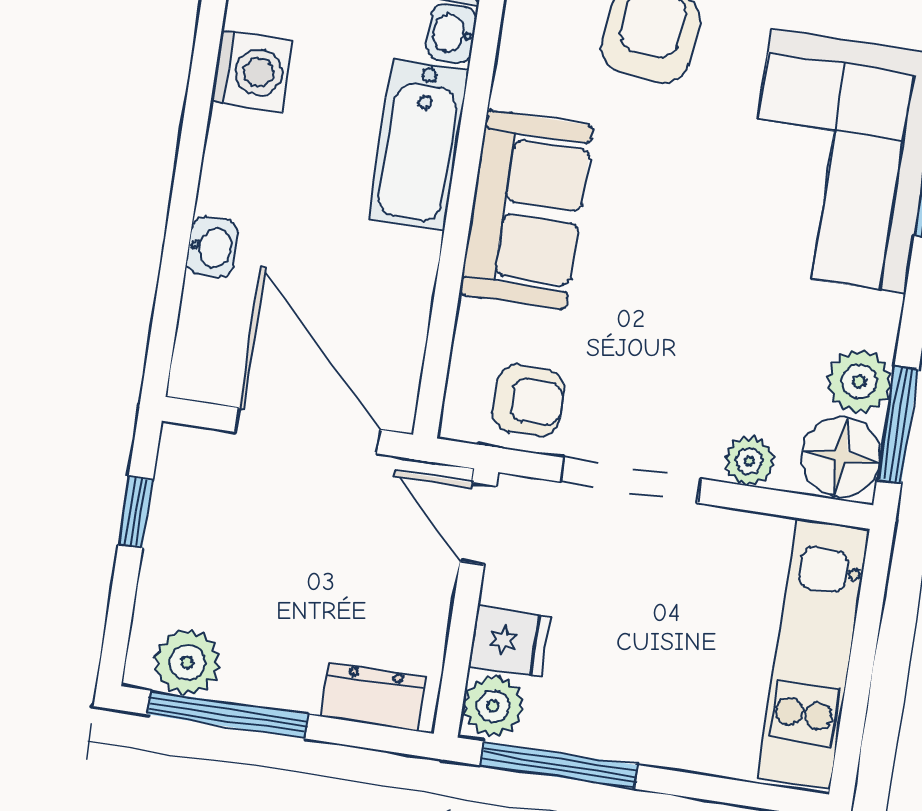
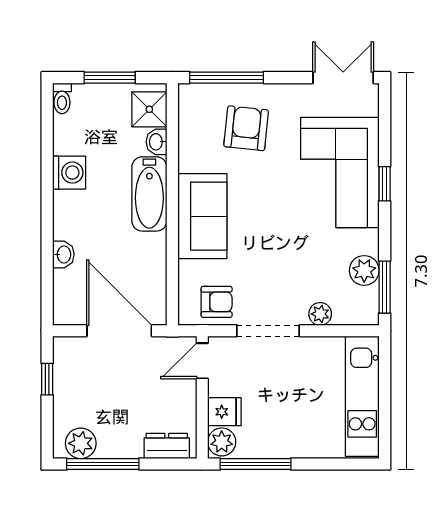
floor lamp: (841, 457) -> (361, 306), removed
door: (478, 524) -> (202, 361), hinge flipped

